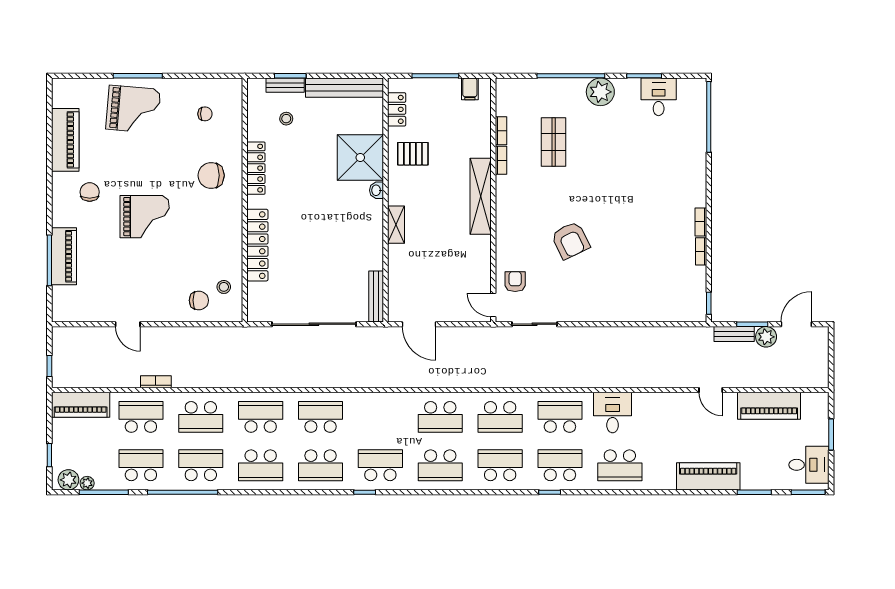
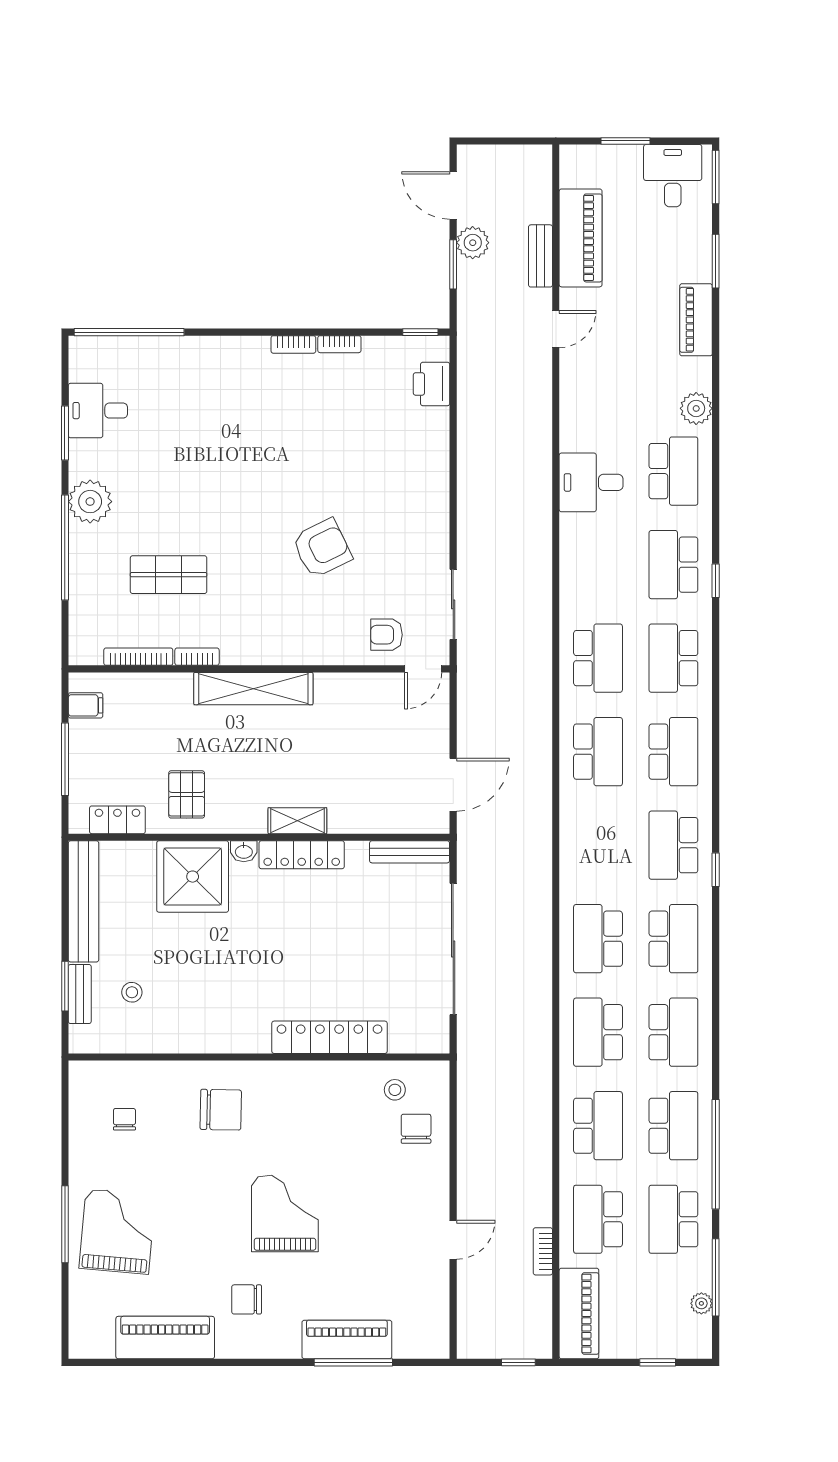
bookcase: (501, 131) -> (138, 657), width x1.56
locker: (256, 168) -> (302, 855), moved, turned 180
chair: (211, 175) -> (221, 1110), turned -89
printer: (676, 310) -> (432, 384), added
bench: (734, 334) -> (540, 256), moved
bookcase: (156, 382) -> (543, 1251), moved
school desk: (560, 417) -> (598, 565), removed
school desk: (201, 465) -> (673, 1126), turned 180
piano: (708, 476) -> (696, 320), width x0.73, depth x0.75
plant: (68, 480) -> (696, 408), moved

